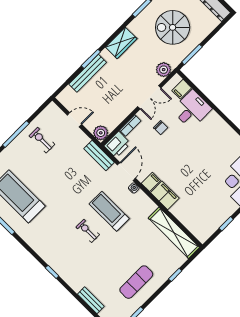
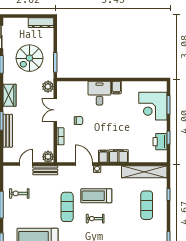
filing cabinet: (182, 89) -> (116, 87), moved
double door: (149, 97) -> (55, 110), swing flipped
desk: (192, 109) -> (99, 93), moved
printer: (117, 145) -> (160, 142), moved, turned 180
bench: (99, 155) -> (45, 170), moved
exercise mat: (73, 195) -> (67, 207), added
exercise mat: (136, 282) -> (147, 205), moved

